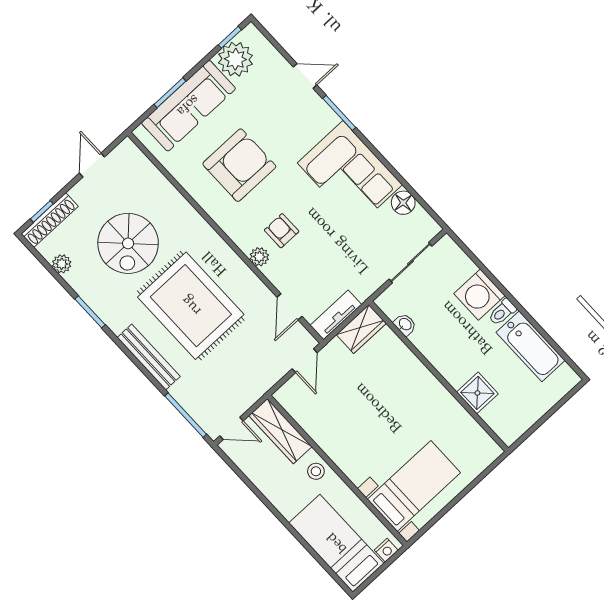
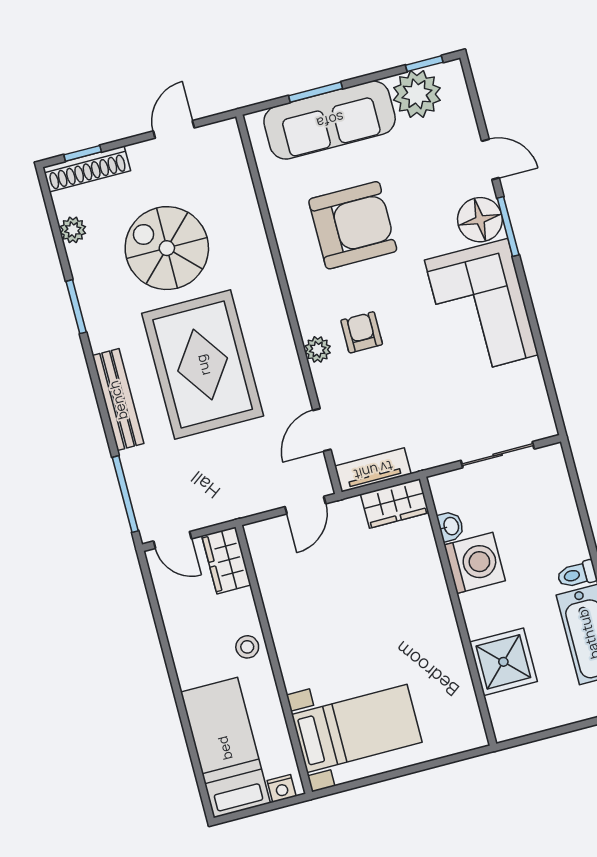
floor lamp: (403, 203) -> (480, 220), moved, width x1.38, depth x1.38
spiral stairs: (128, 243) -> (167, 248), turned 90
washing machine: (479, 295) -> (475, 563), moved, turned 180
shower: (477, 393) -> (503, 662), width x1.36, depth x1.36
wardrobe: (280, 431) -> (226, 560), width x0.67

